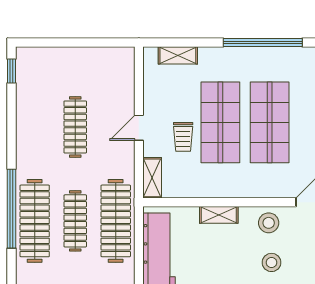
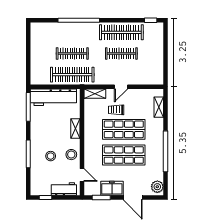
door: (139, 128) -> (121, 87), swing flipped
clothes rail: (35, 221) -> (121, 32), moved

